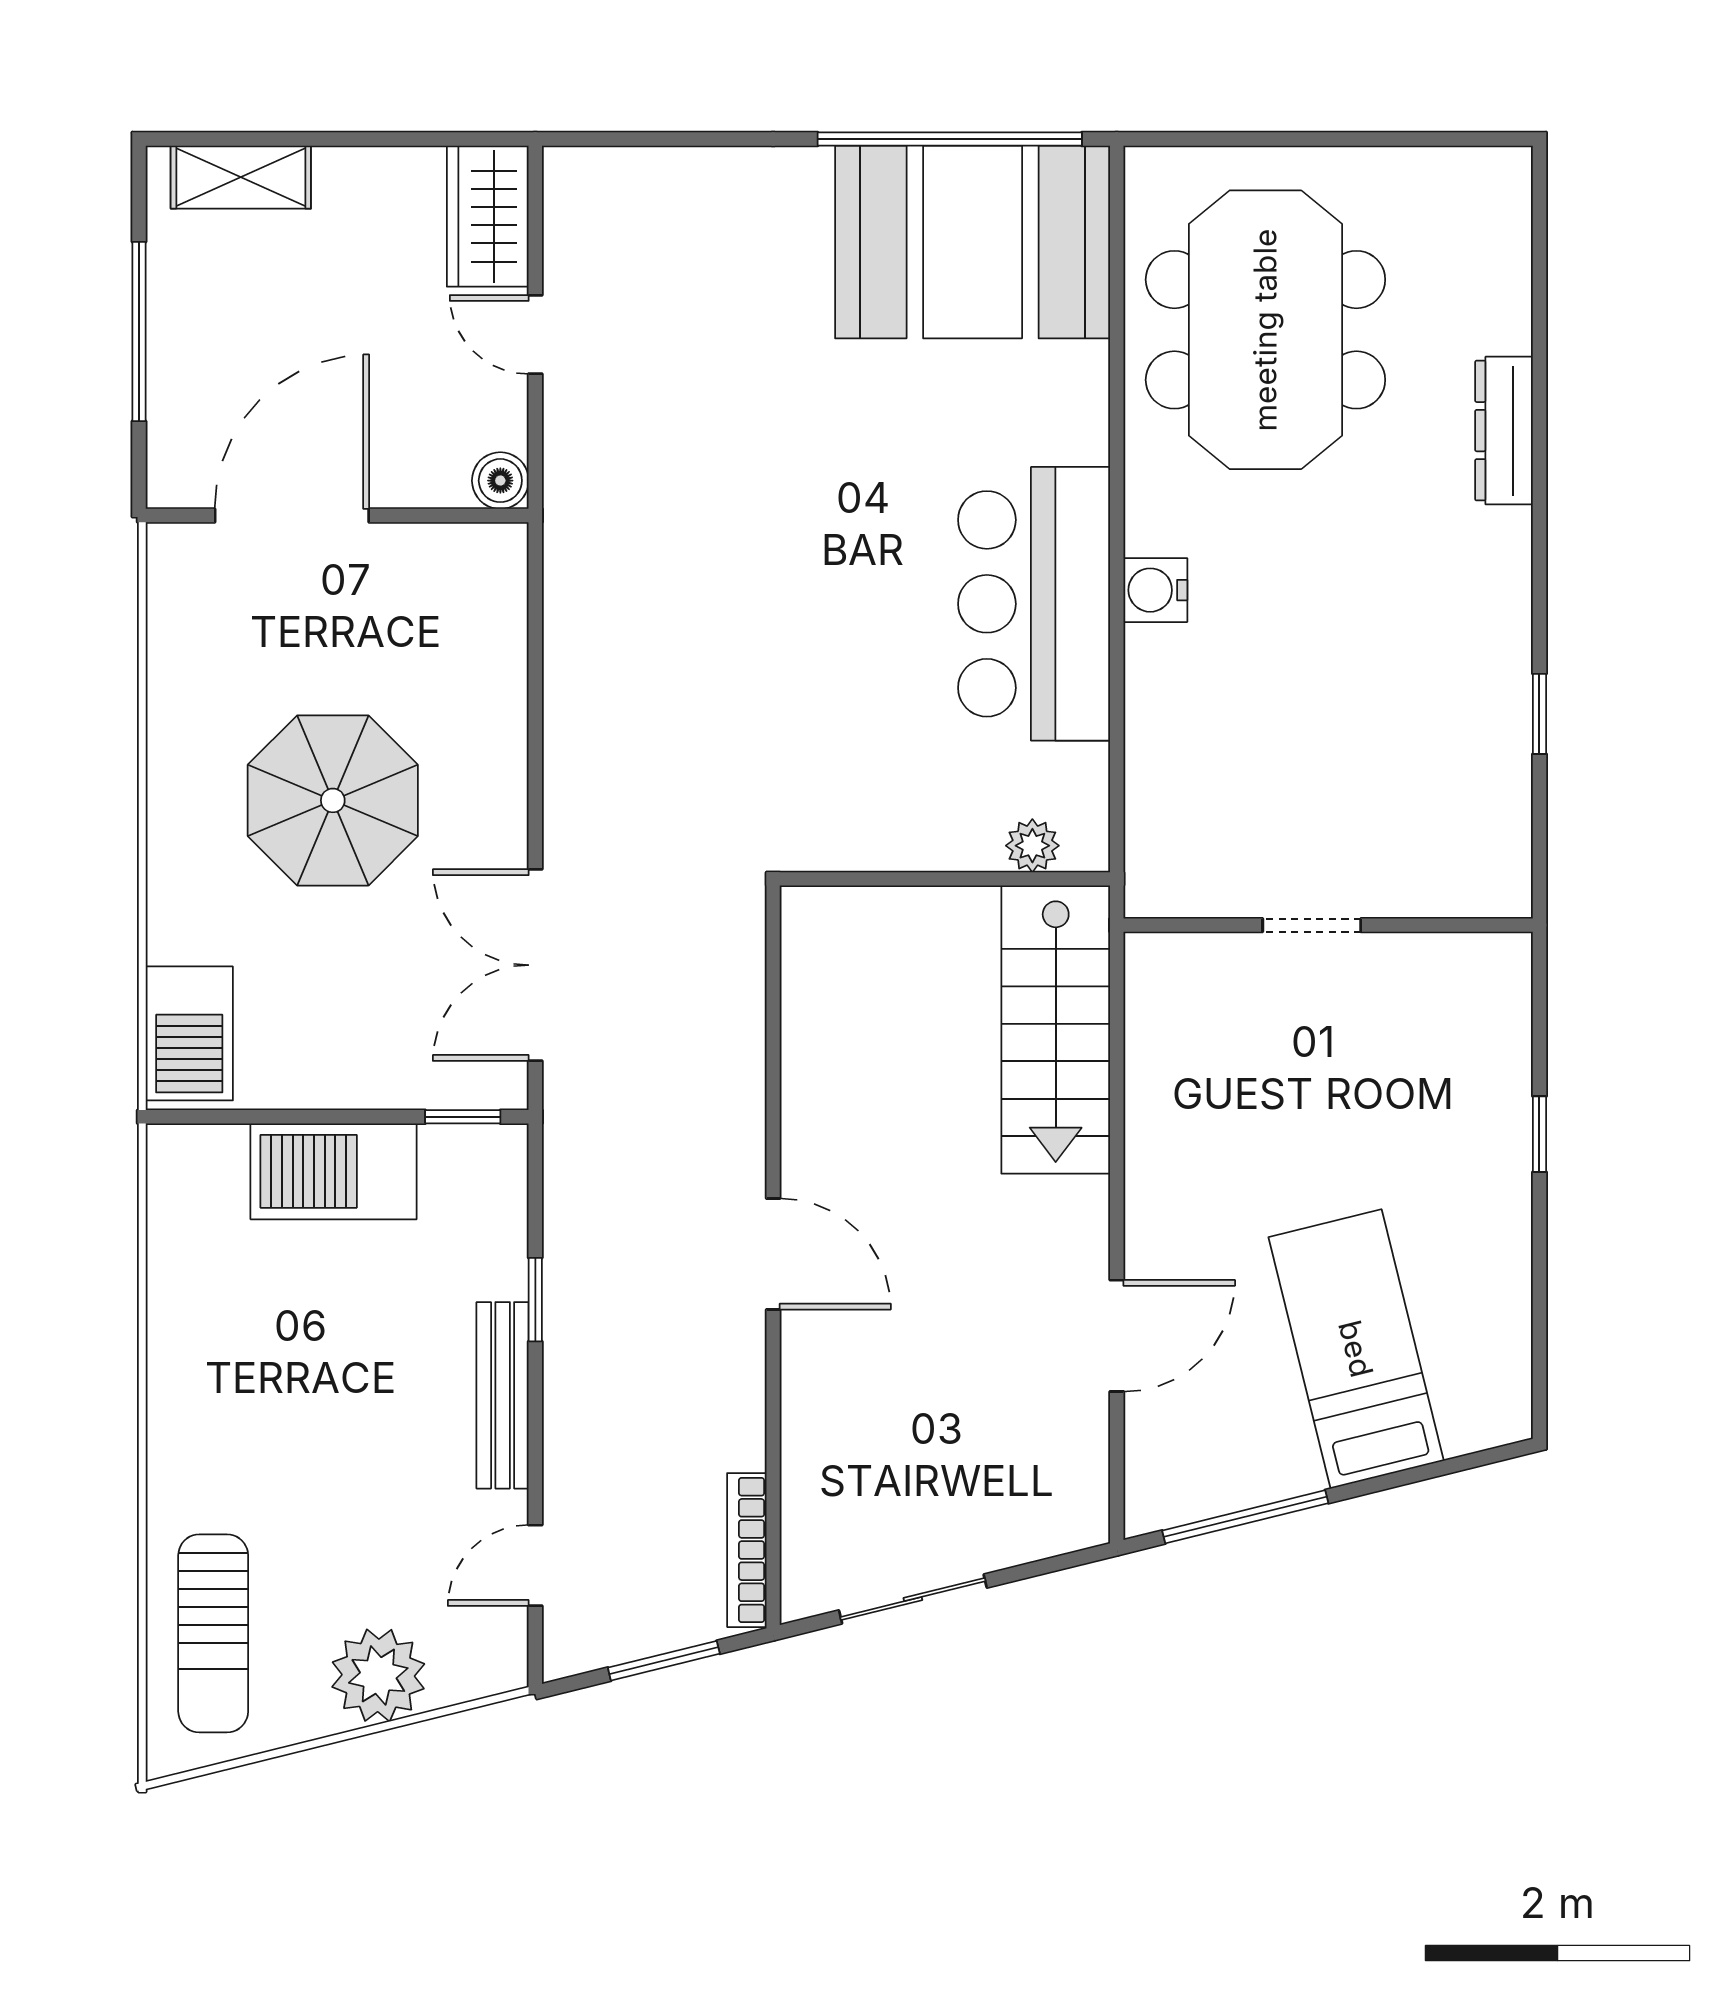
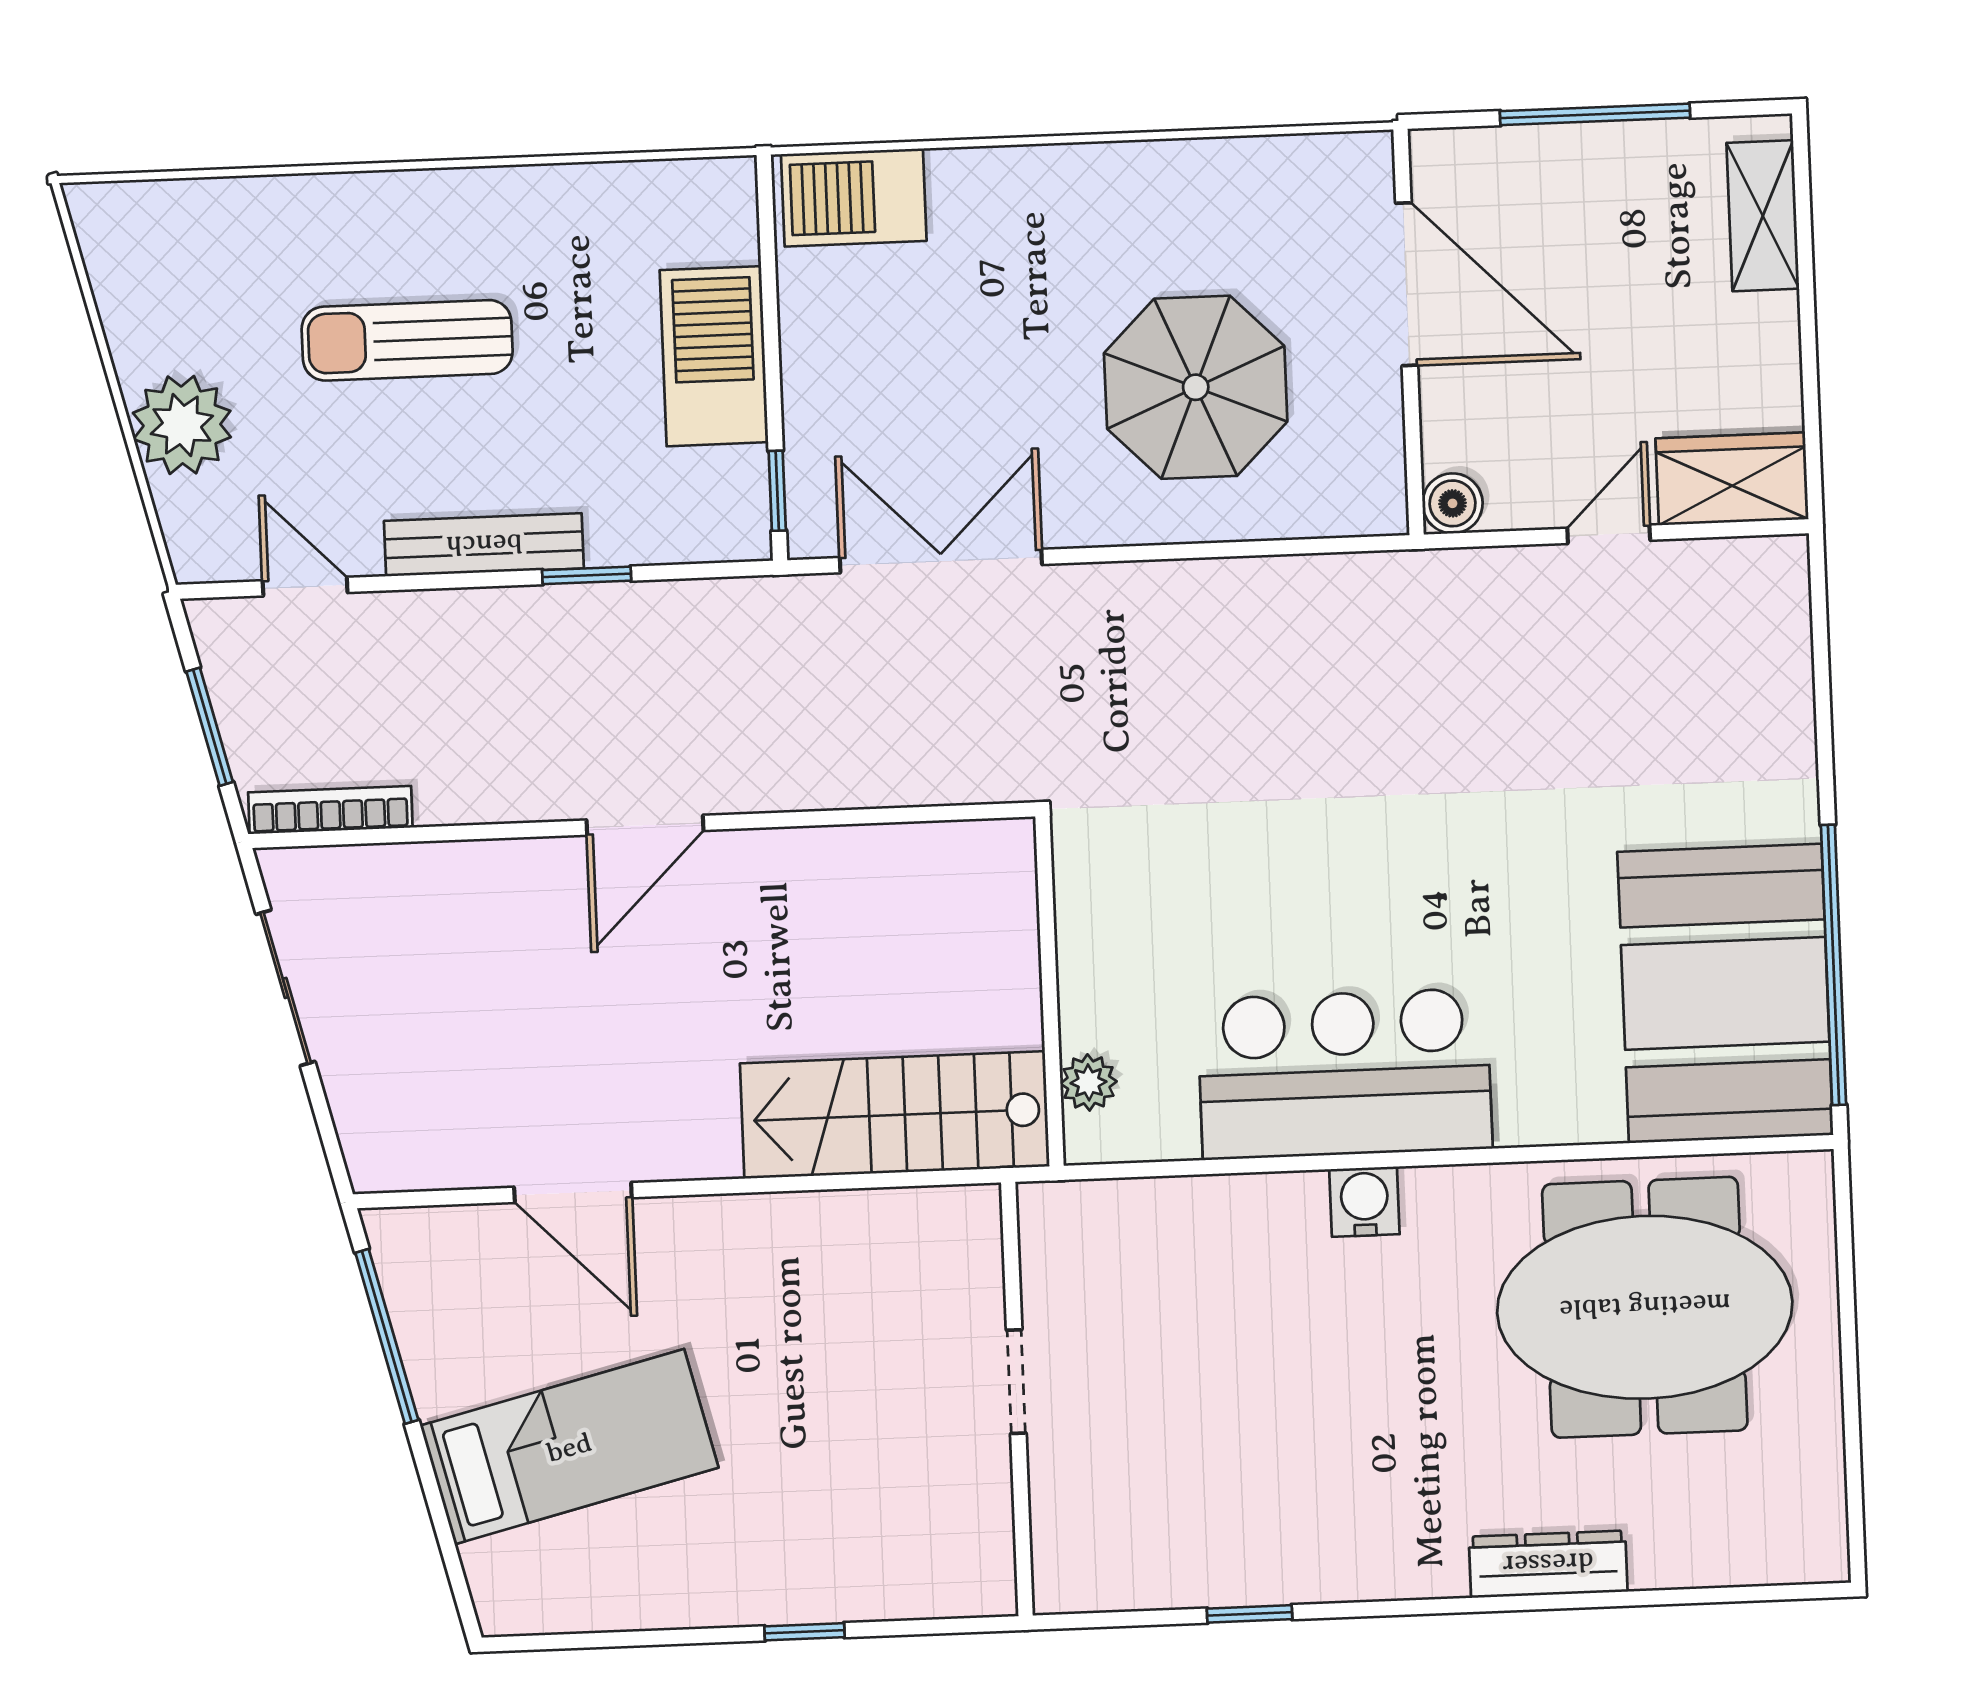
parasol: (333, 800) -> (1196, 387), moved
sun lounger: (213, 1633) -> (407, 340), moved

